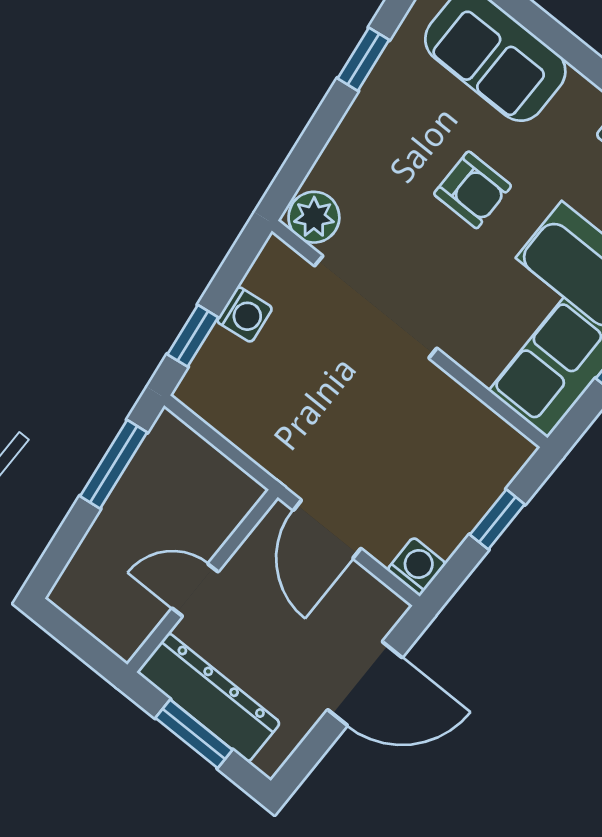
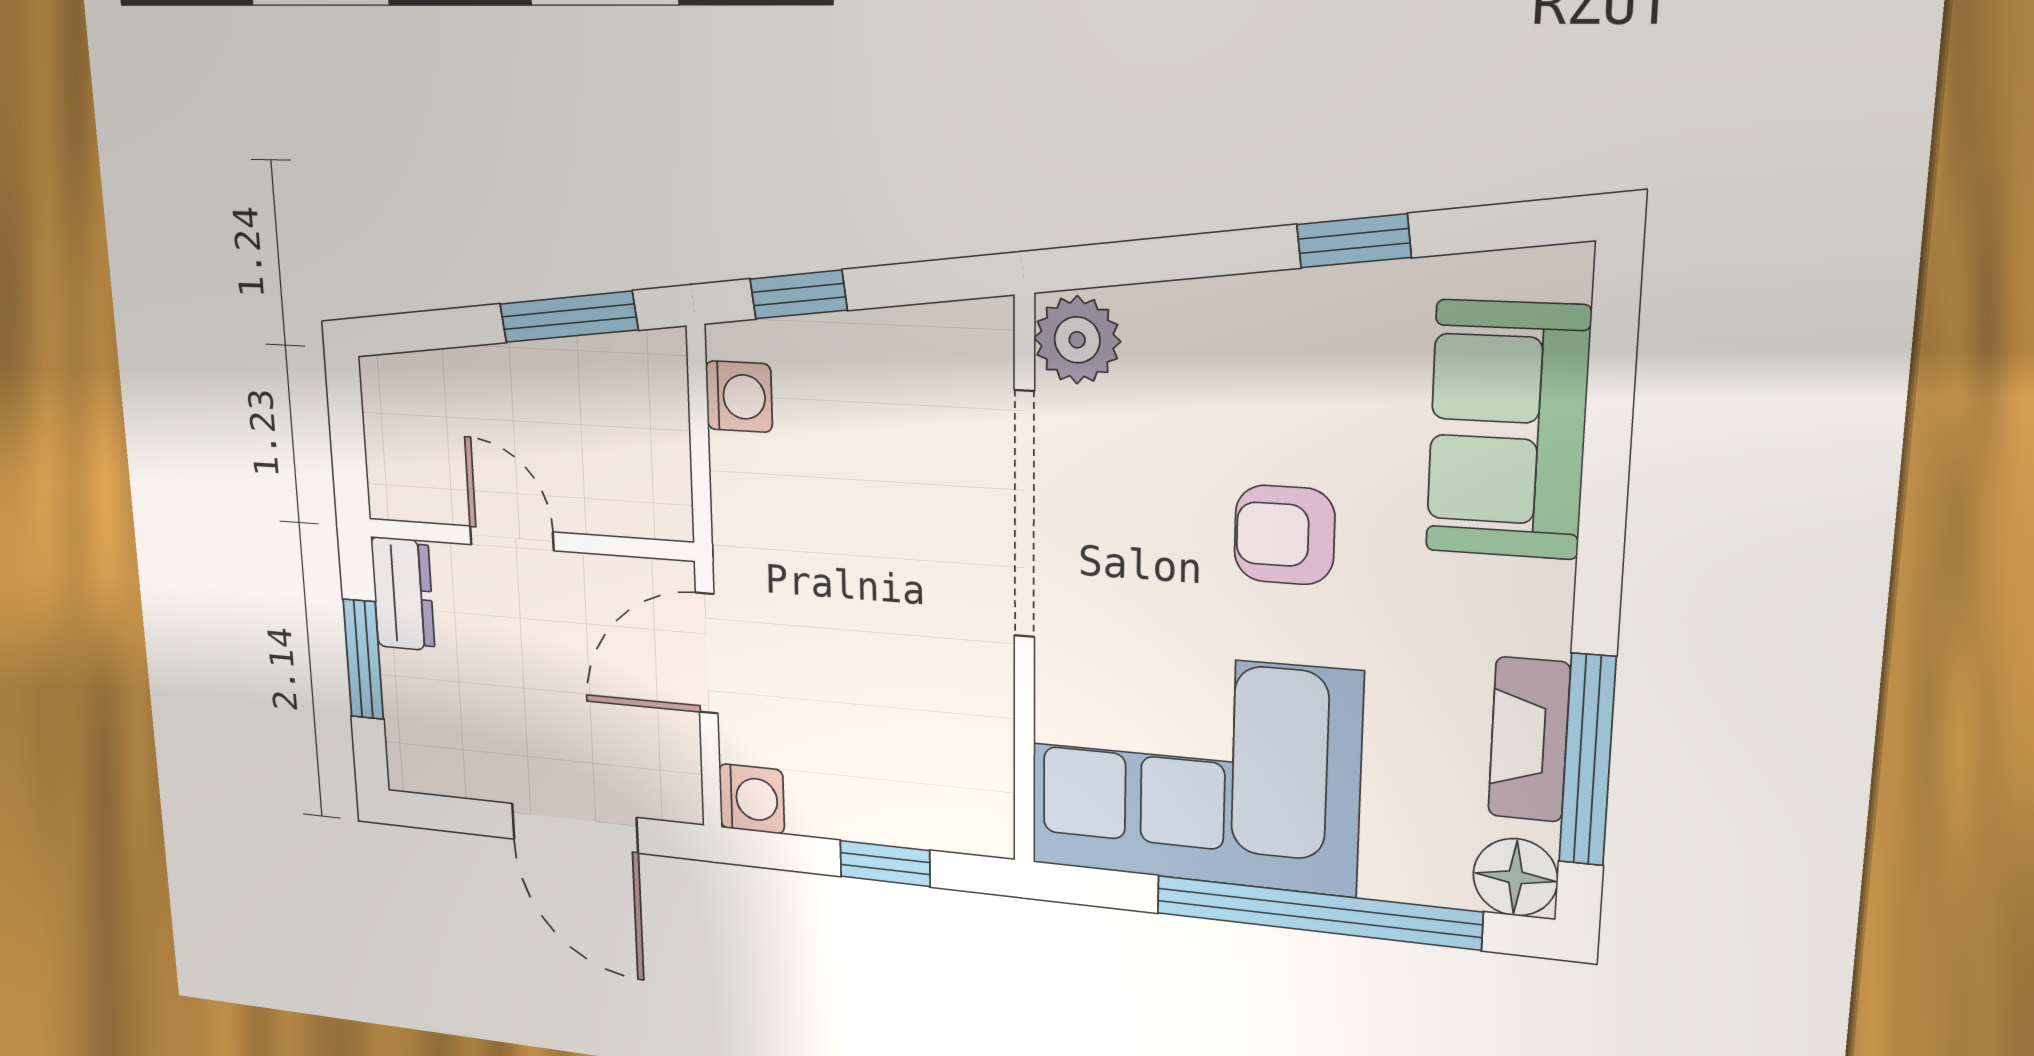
armchair: (473, 190) -> (1284, 535), turned 90
washing machine: (244, 314) -> (739, 397), moved, turned -83
dresser: (209, 697) -> (403, 594), width x0.51, depth x0.80

